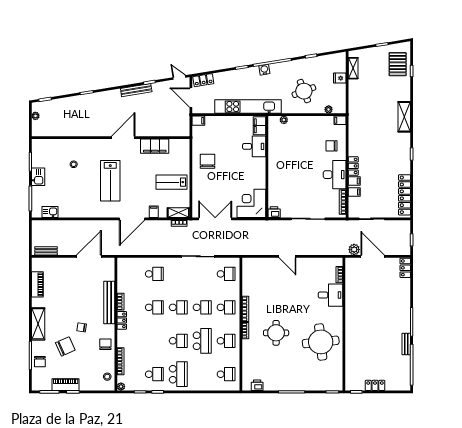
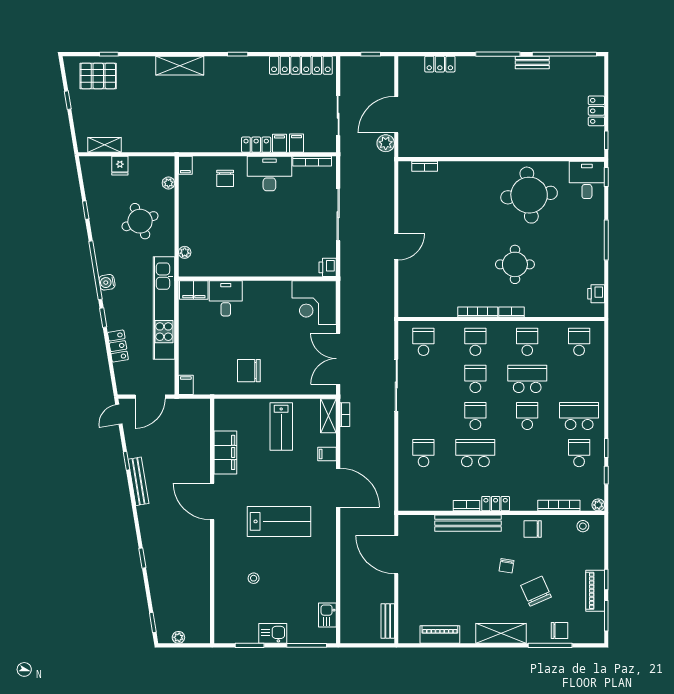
locker: (203, 80) -> (118, 346), moved
locker: (405, 268) -> (440, 64), moved
desk: (331, 295) -> (587, 180), moved
school desk: (154, 307) -> (475, 453), width x1.85

